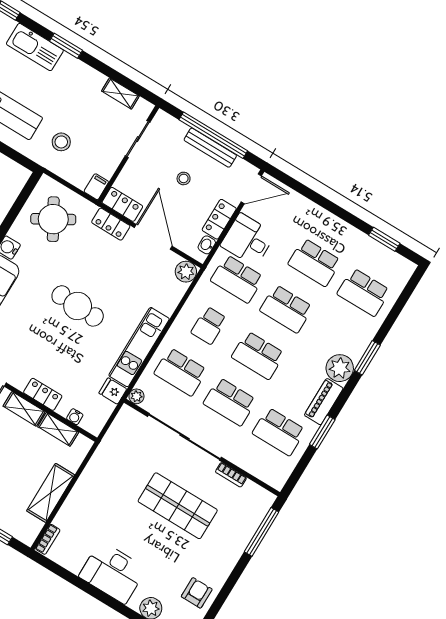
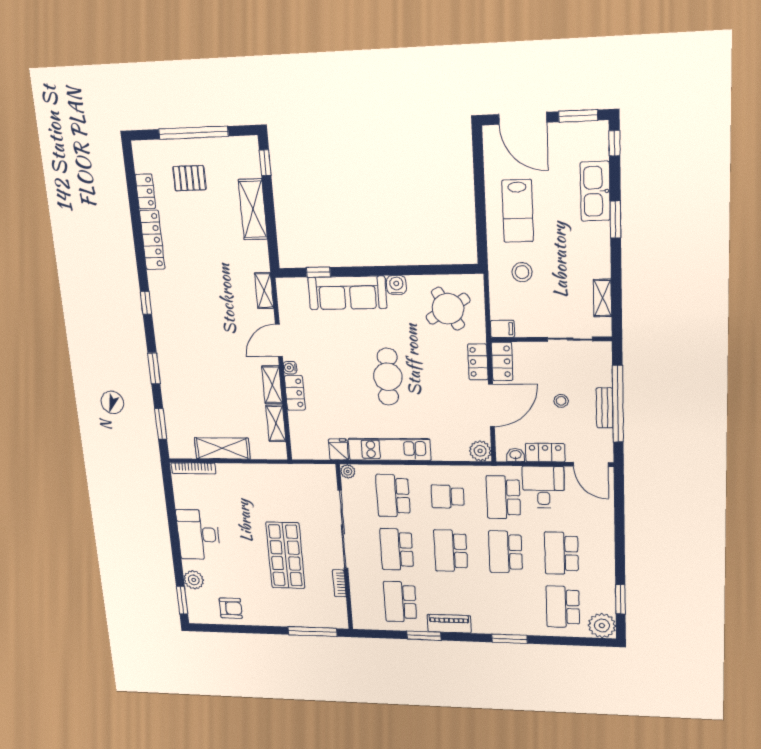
bench: (210, 148) -> (605, 408), width x0.73
plant: (340, 368) -> (602, 626), moved
water cooler: (75, 417) -> (290, 368), moved
bookcase: (48, 539) -> (193, 468), width x1.56

